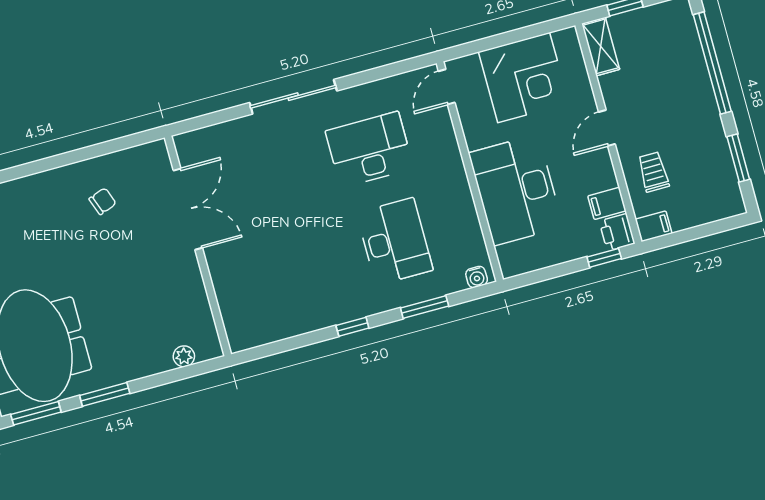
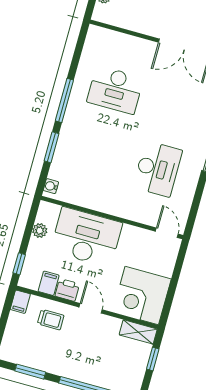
corner desk: (524, 78) -> (142, 295), moved
printer: (617, 232) -> (67, 290), moved
desk: (395, 241) -> (115, 90), moved
plant: (544, 257) -> (40, 231), added
window: (352, 327) -> (64, 100), width x2.17

